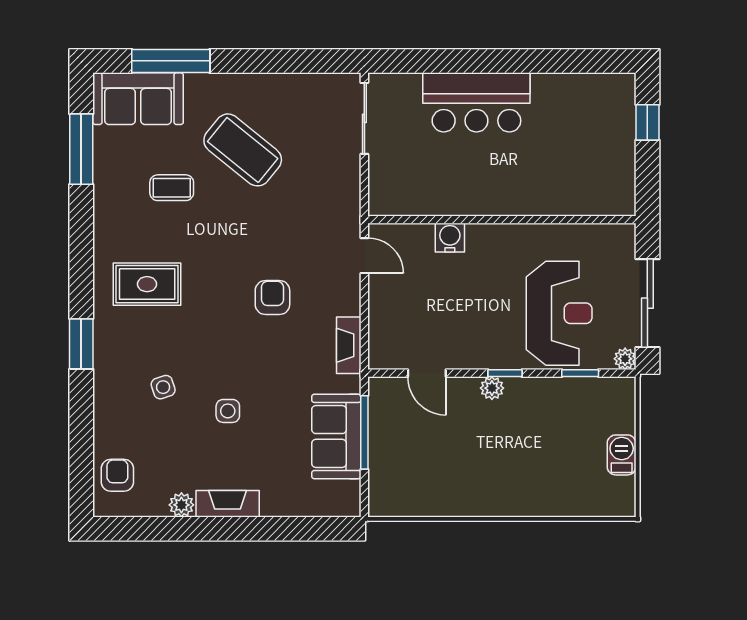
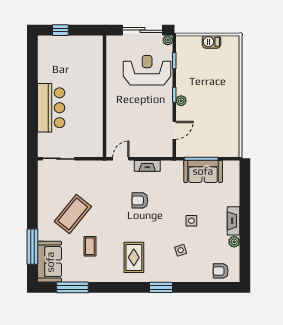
water cooler: (450, 238) -> (113, 120), removed
fireplace: (349, 345) -> (147, 166), moved

